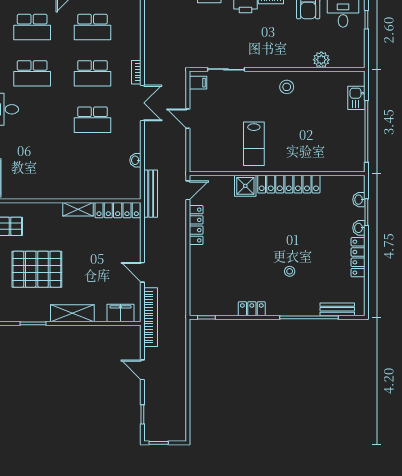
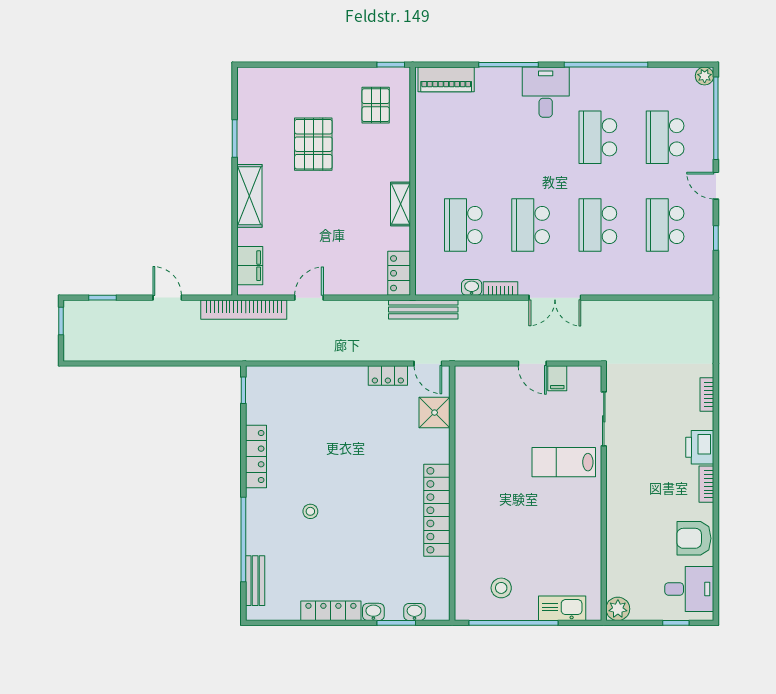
plant: (321, 60) -> (618, 609), moved
bookcase: (136, 72) -> (500, 289), moved
filing cabinet: (198, 83) -> (557, 378), moved
stool: (287, 87) -> (501, 588), moved
kitchen sink: (356, 98) -> (562, 608), width x1.38
door: (188, 119) -> (532, 364), swing flipped
lab bench: (254, 144) -> (564, 462), moved
school desk: (92, 166) -> (463, 225), added
shower: (245, 186) -> (435, 413), moved
locker: (118, 210) -> (399, 273), width x0.66
locker: (196, 225) -> (388, 376), width x0.66
pallet: (37, 269) -> (313, 144), width x0.73, depth x0.71
locker: (252, 309) -> (256, 456), width x1.53
door: (142, 370) -> (167, 298), hinge flipped

